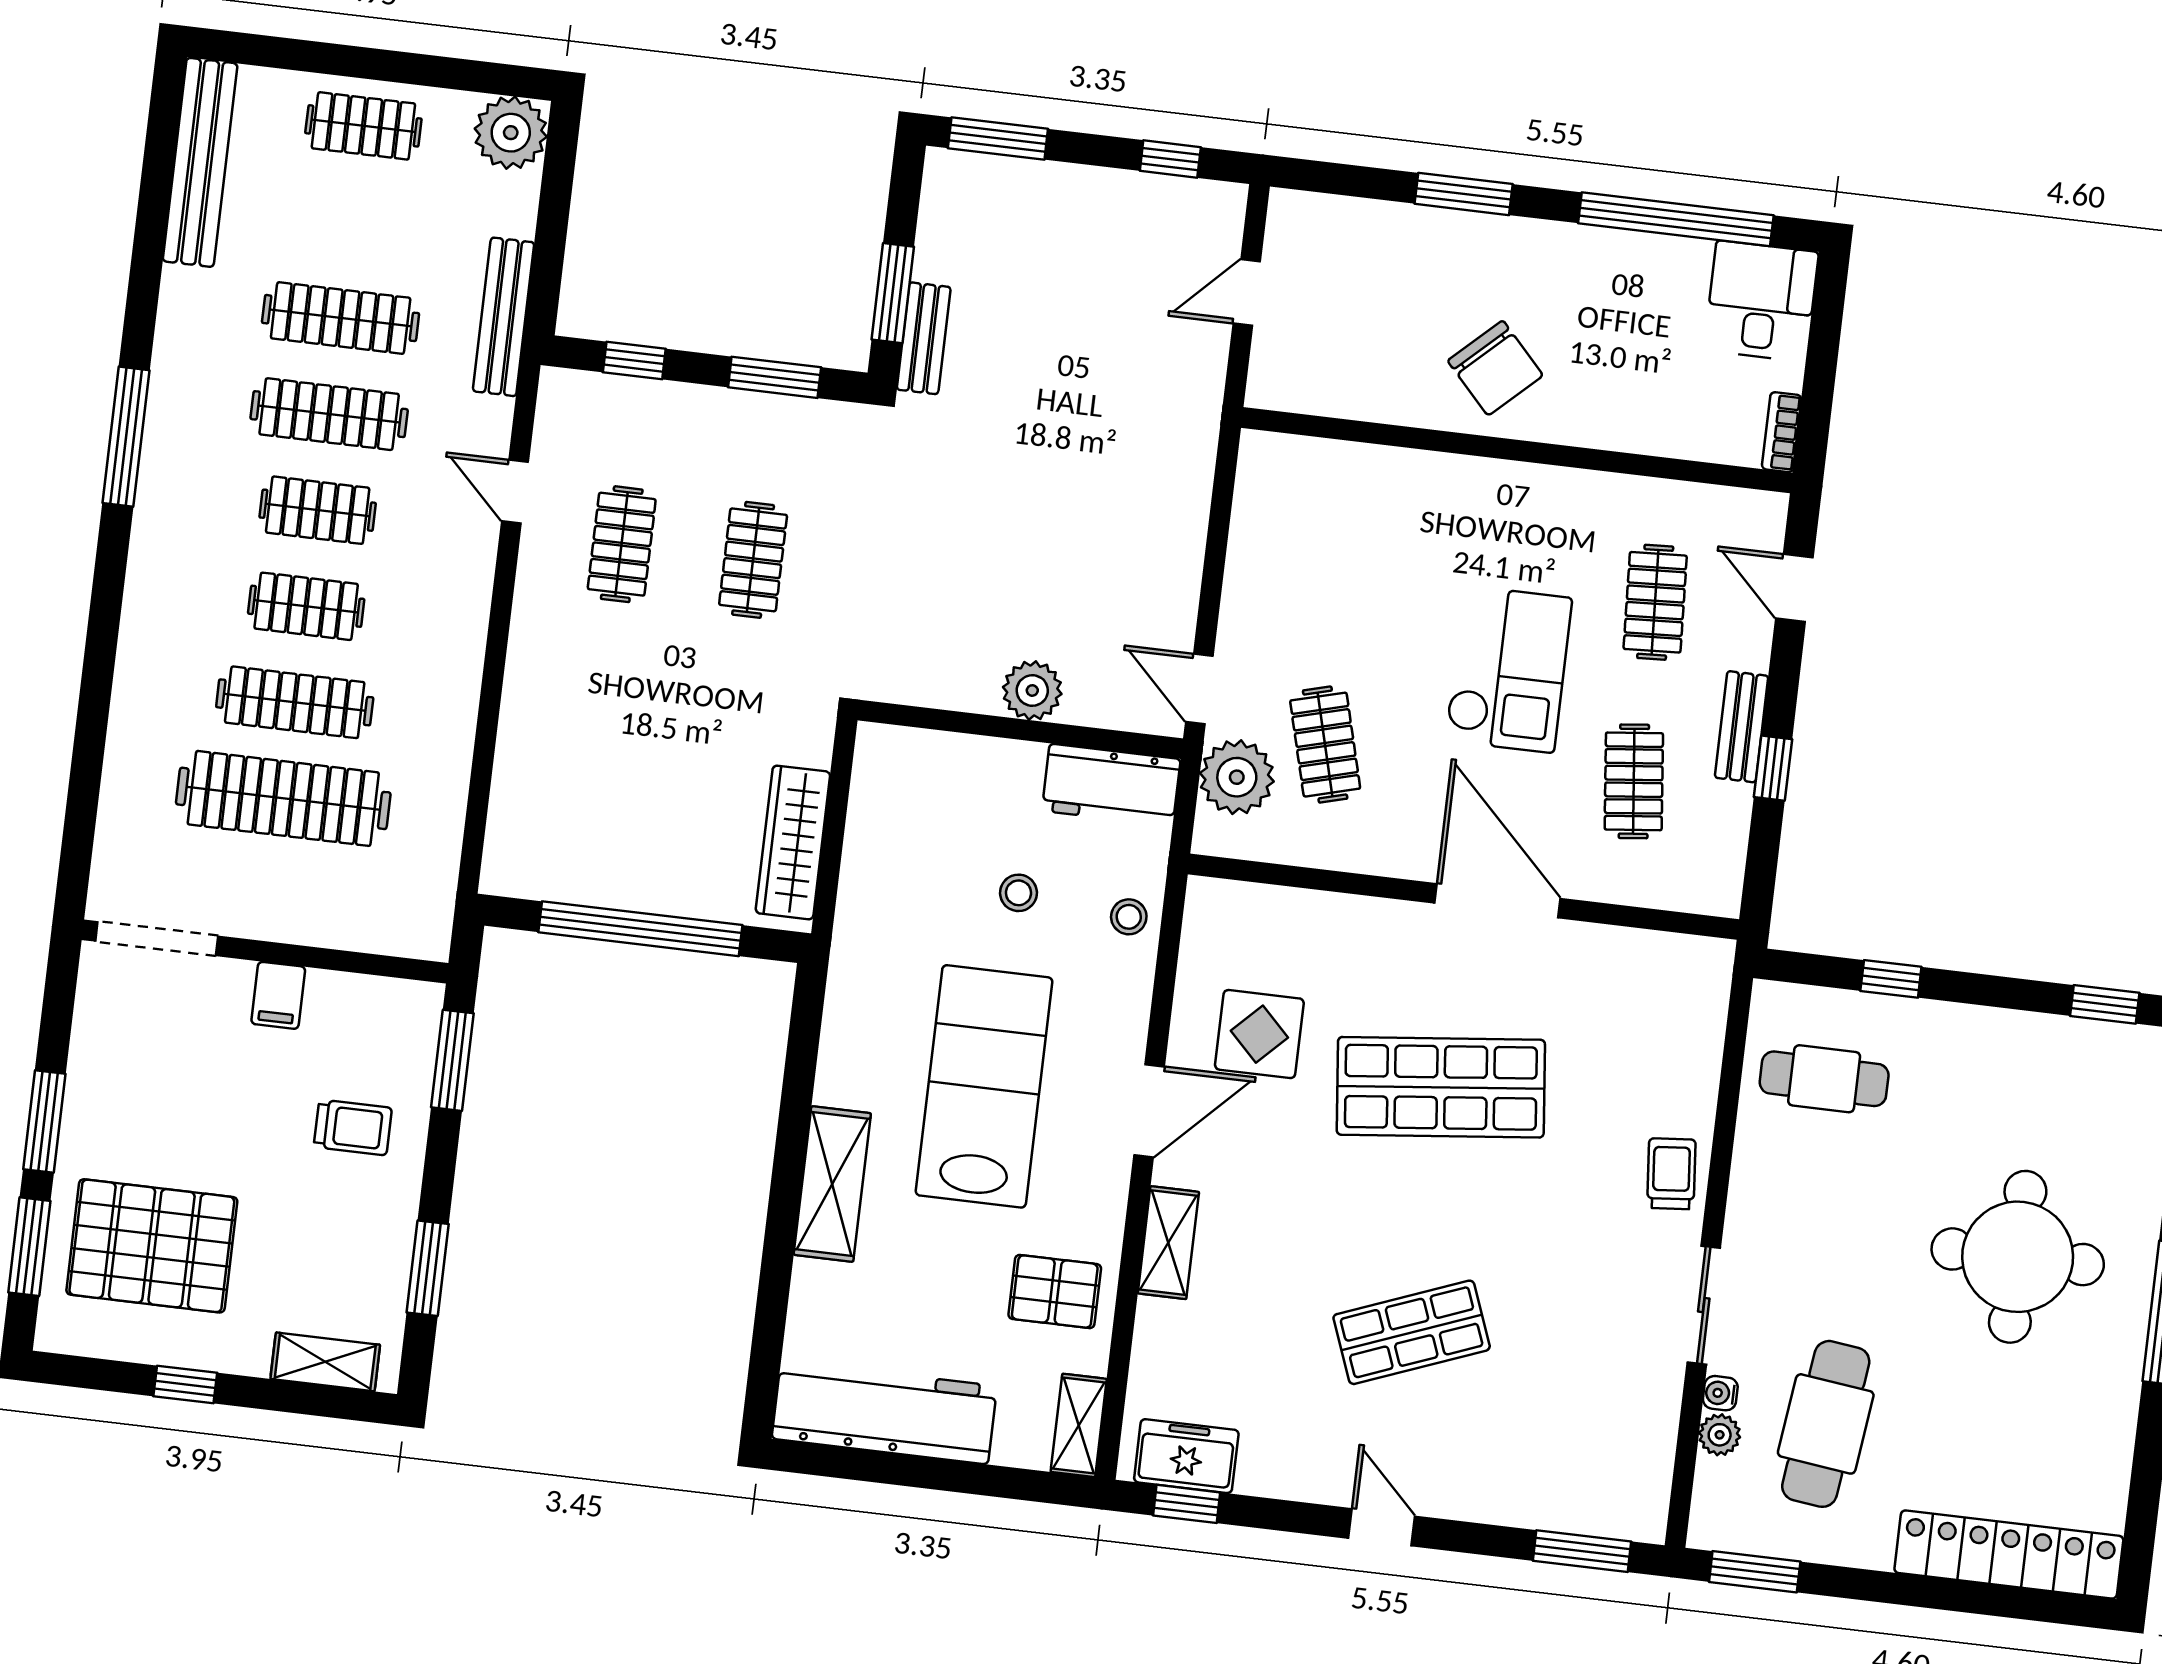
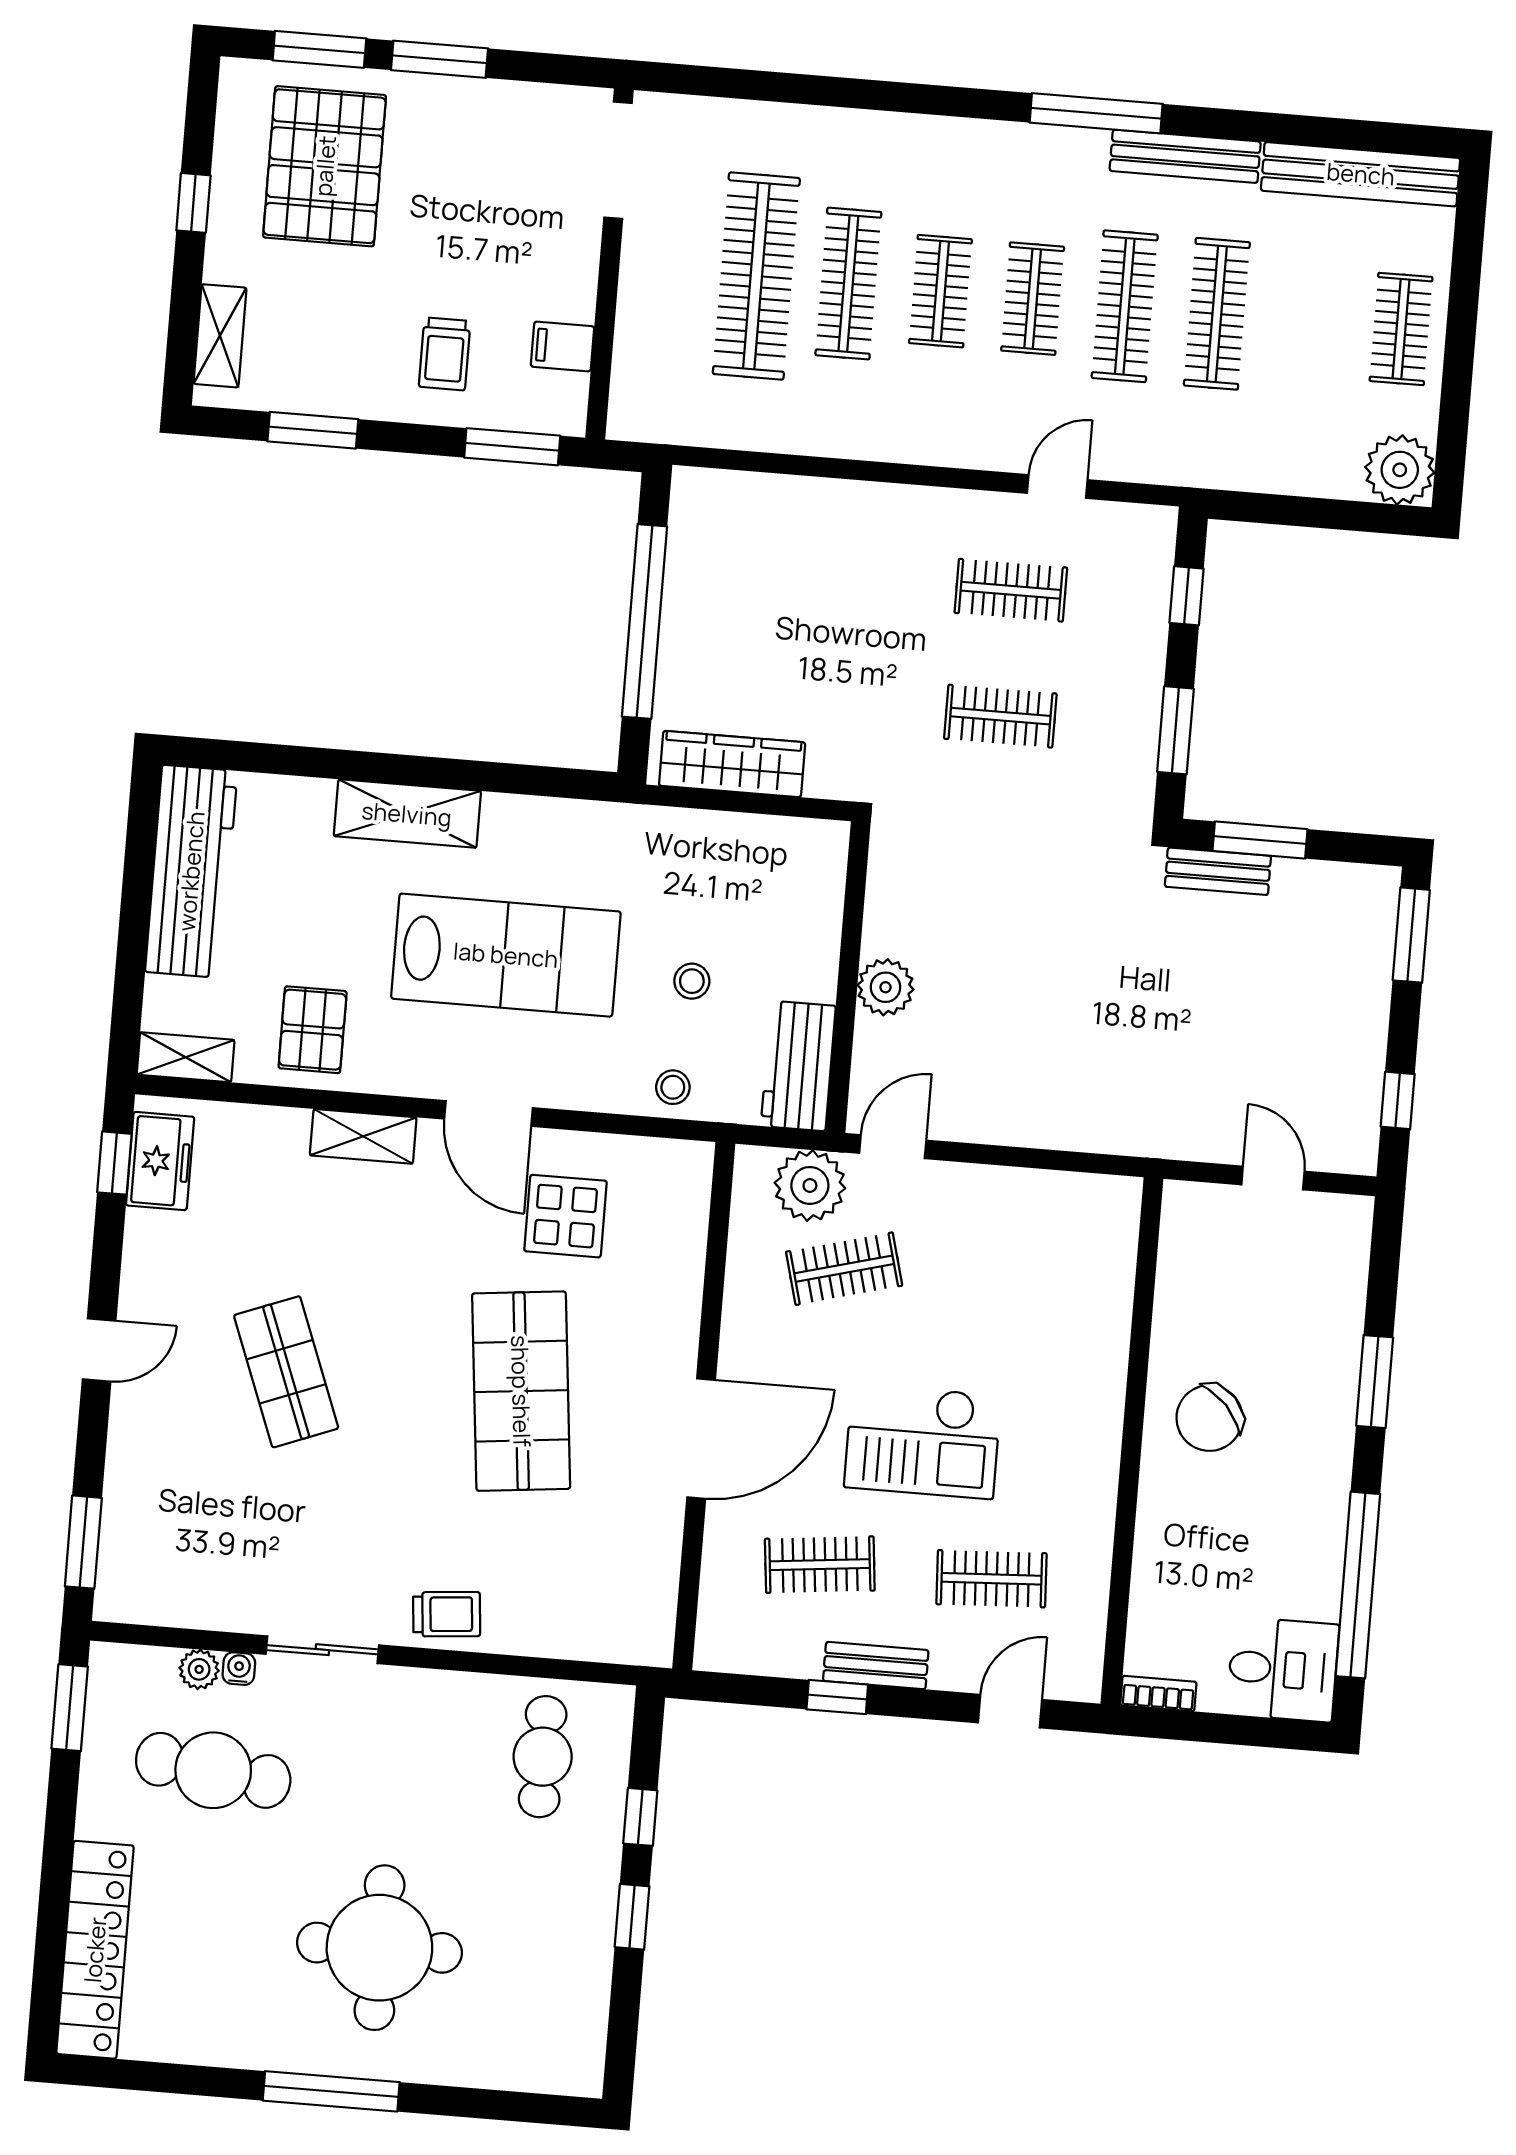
bench: (504, 317) -> (1185, 156), moved
filing cabinet: (278, 995) -> (563, 346), moved
window: (2105, 1004) -> (632, 1917), moved

